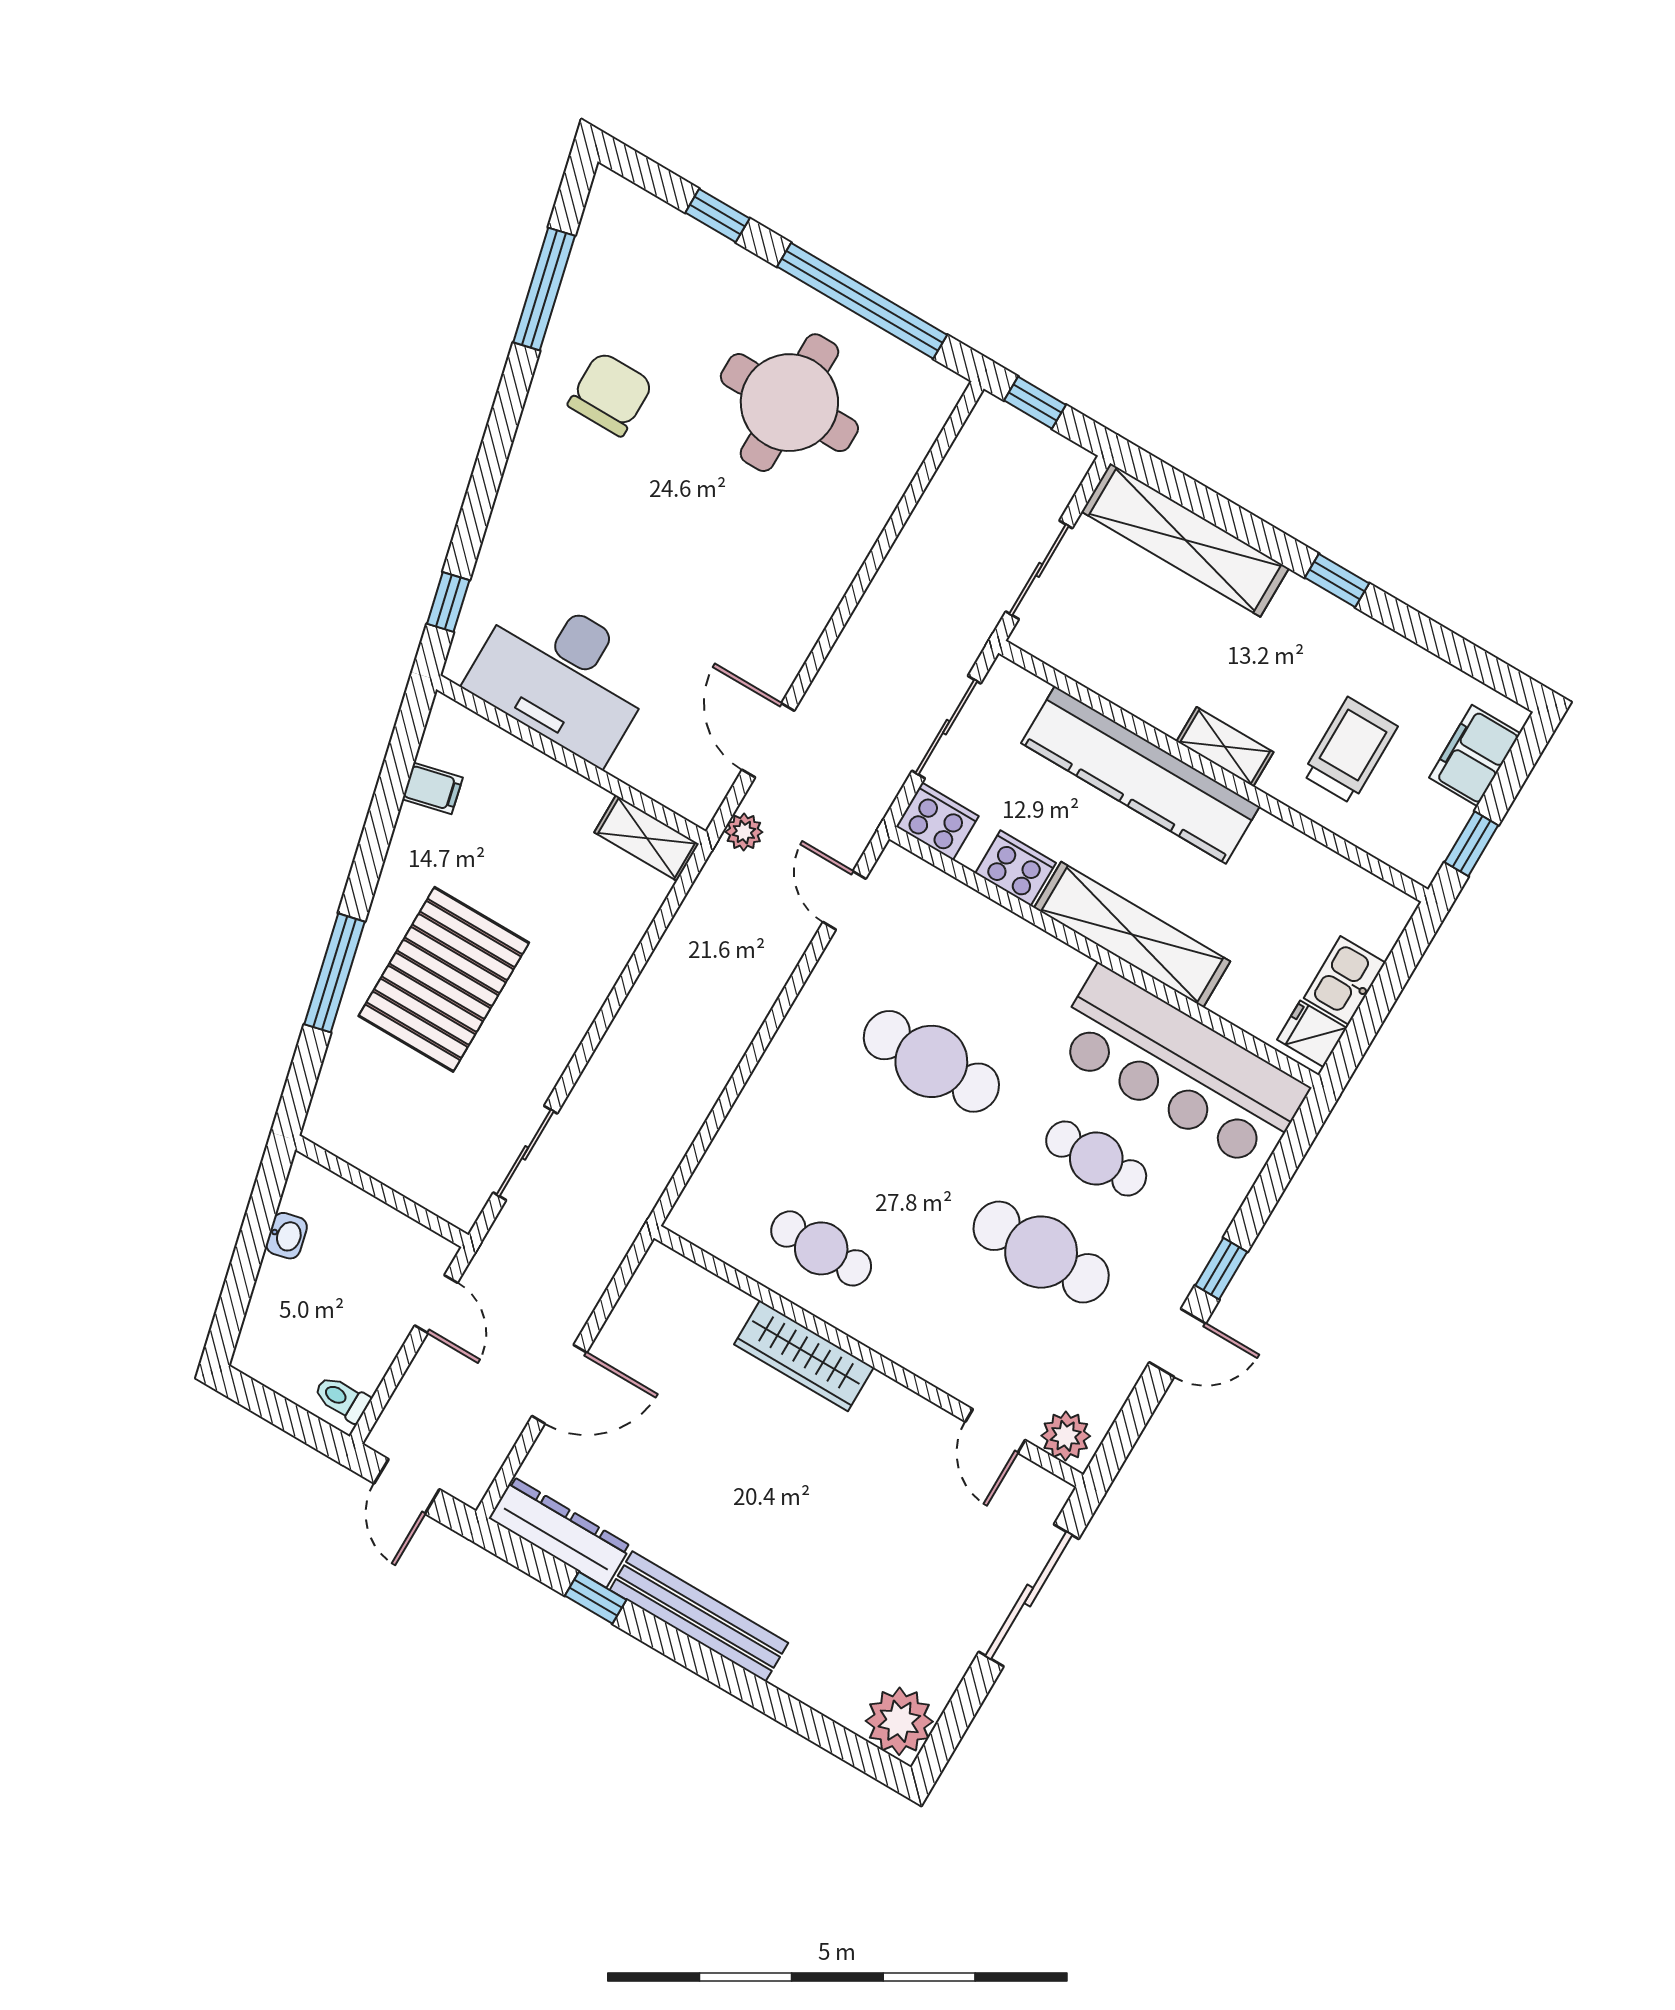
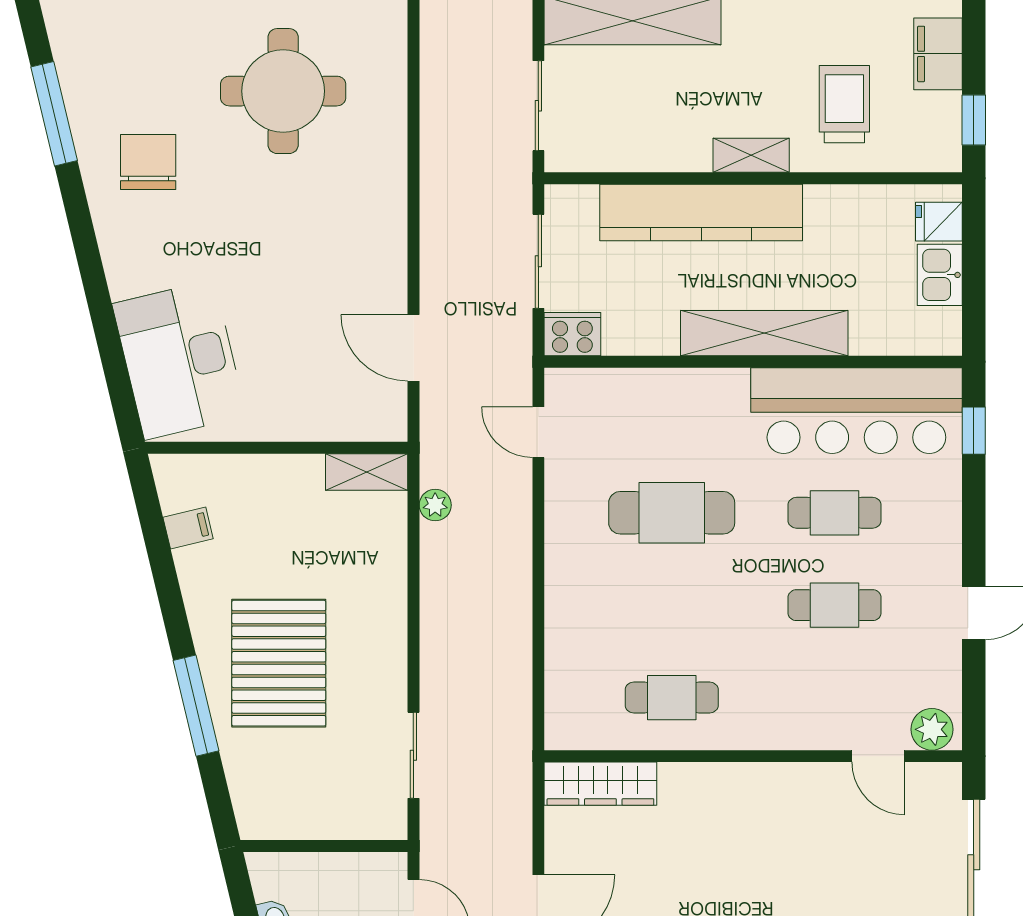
window: (448, 602) -> (119, 385), removed
desk: (563, 676) -> (179, 360), moved, turned 77
plant: (744, 832) -> (435, 505), moved
cooker: (1016, 868) -> (650, 335), removed
fridge: (1312, 1034) -> (939, 222), moved
cafe table: (1041, 1252) -> (835, 605), width x0.73, depth x0.74
window: (1221, 1269) -> (974, 431), moved
wardrobe: (804, 1356) -> (600, 784), moved

